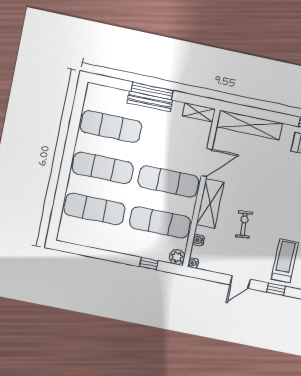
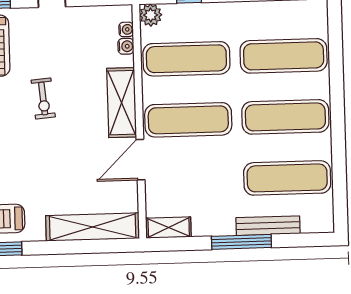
bench: (150, 101) -> (268, 226), moved
exercise bike: (244, 224) -> (43, 99), moved
water cooler: (193, 263) -> (126, 29), moved

